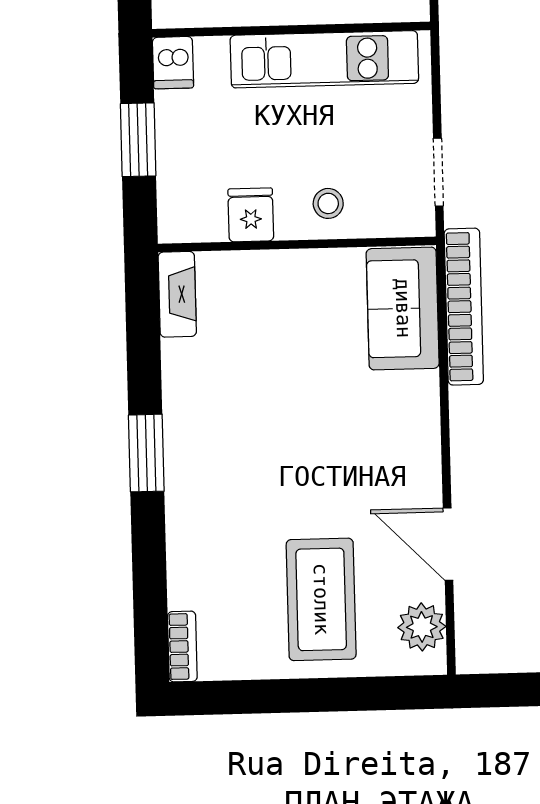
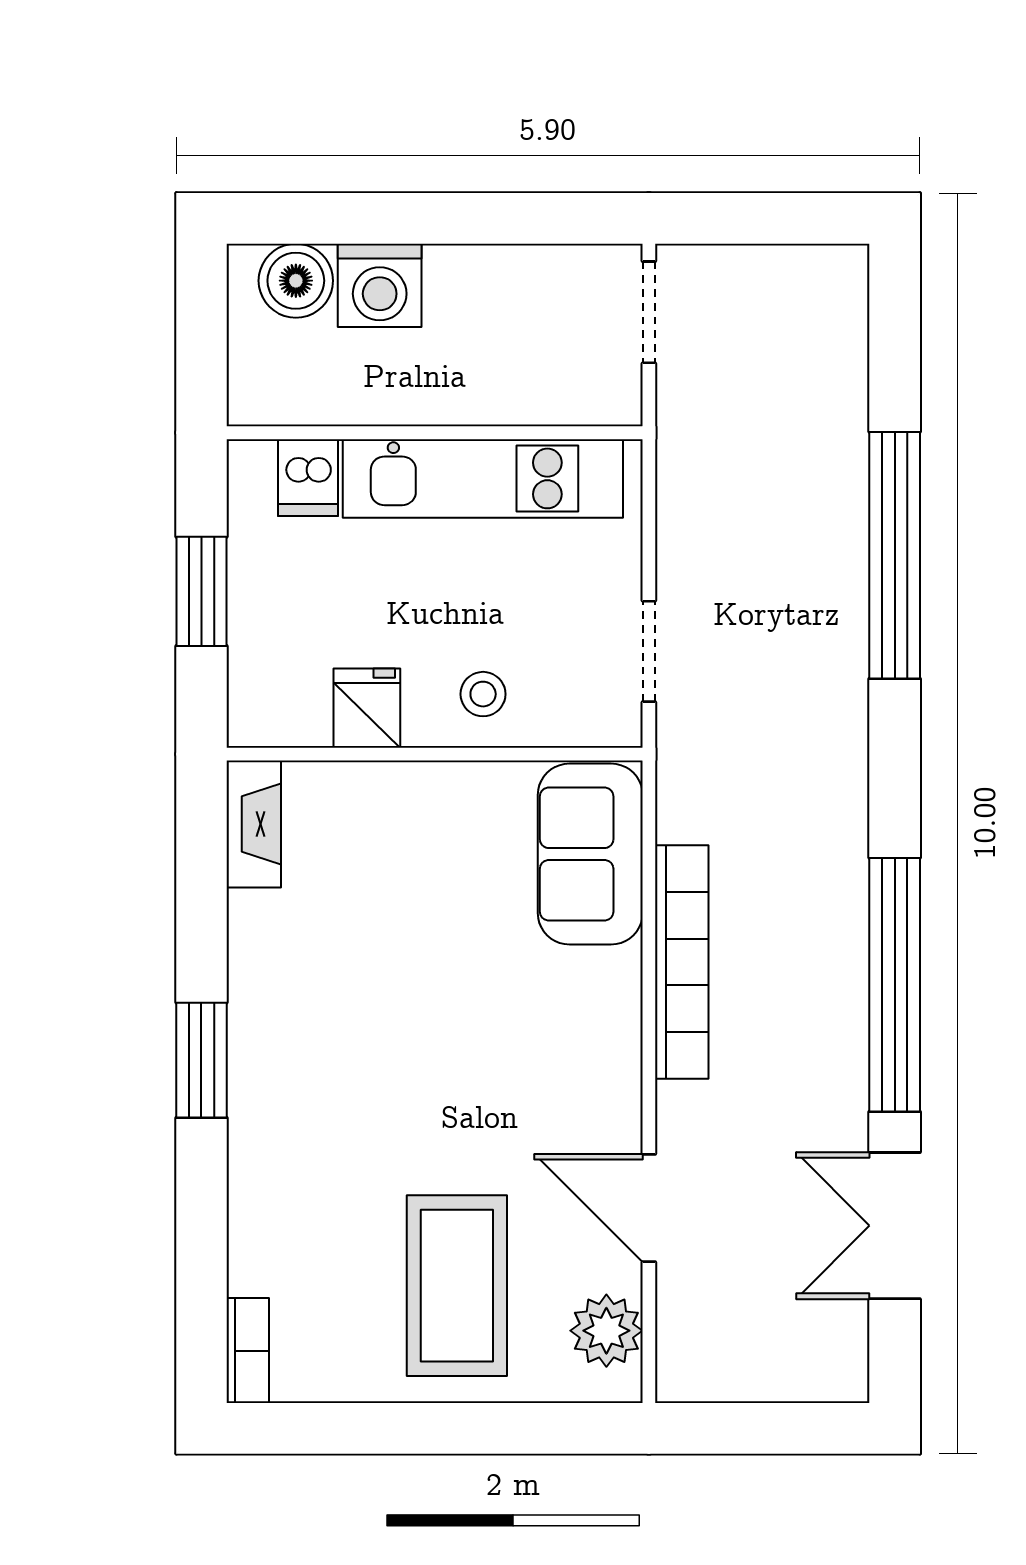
dishwasher: (173, 63) -> (308, 478), moved
bookcase: (464, 307) -> (682, 962), moved

